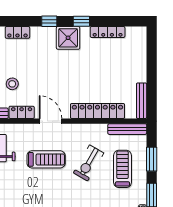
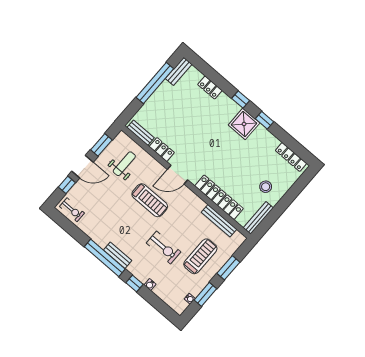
locker: (108, 32) -> (291, 157), moved
stool: (12, 84) -> (266, 187), moved
door: (50, 121) -> (177, 175), swing flipped
bench: (127, 129) -> (219, 221), moved
exercise bike: (89, 163) -> (164, 247), moved, turned -120

